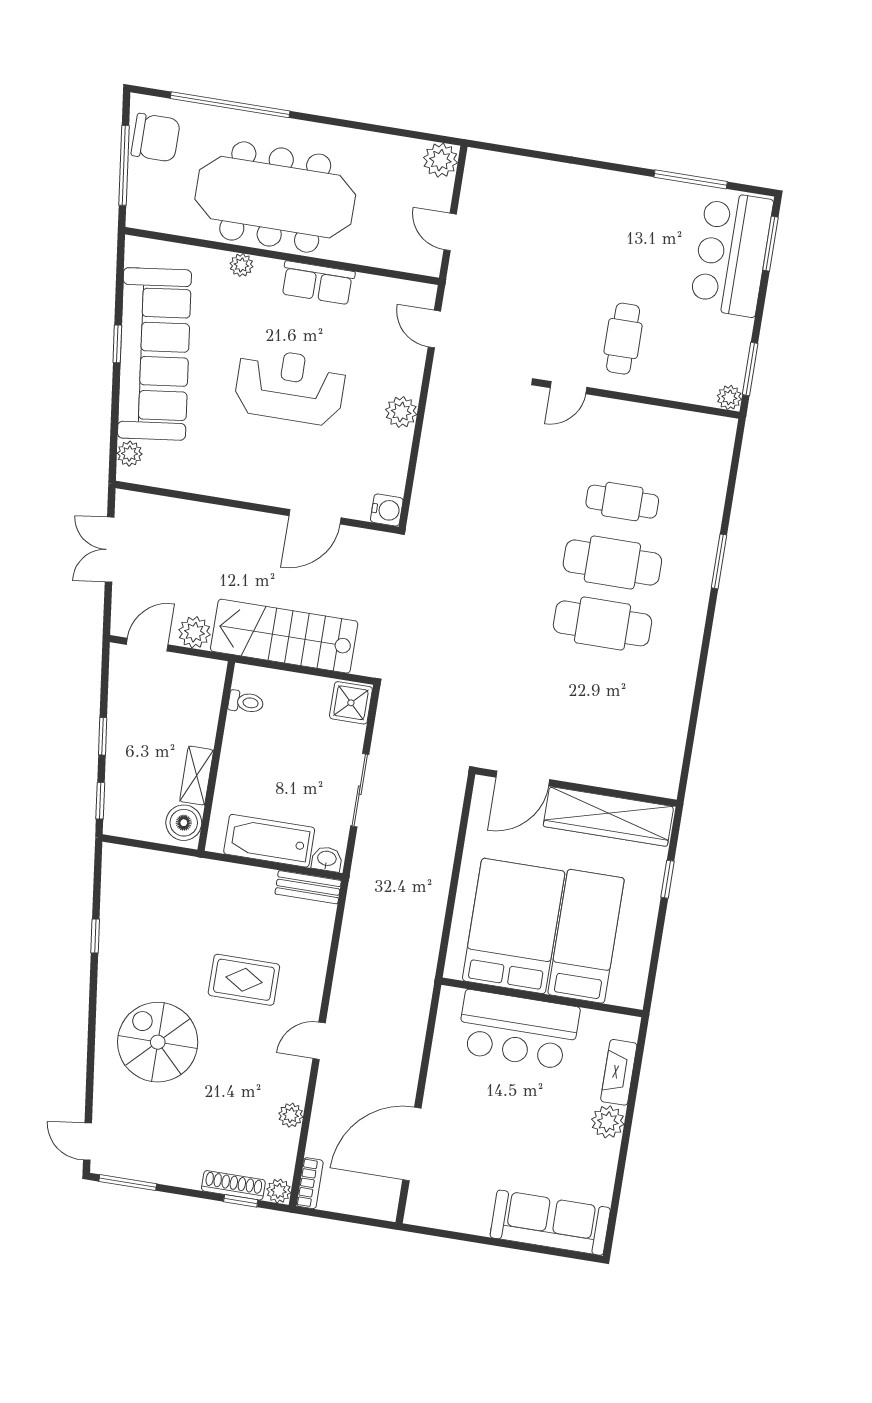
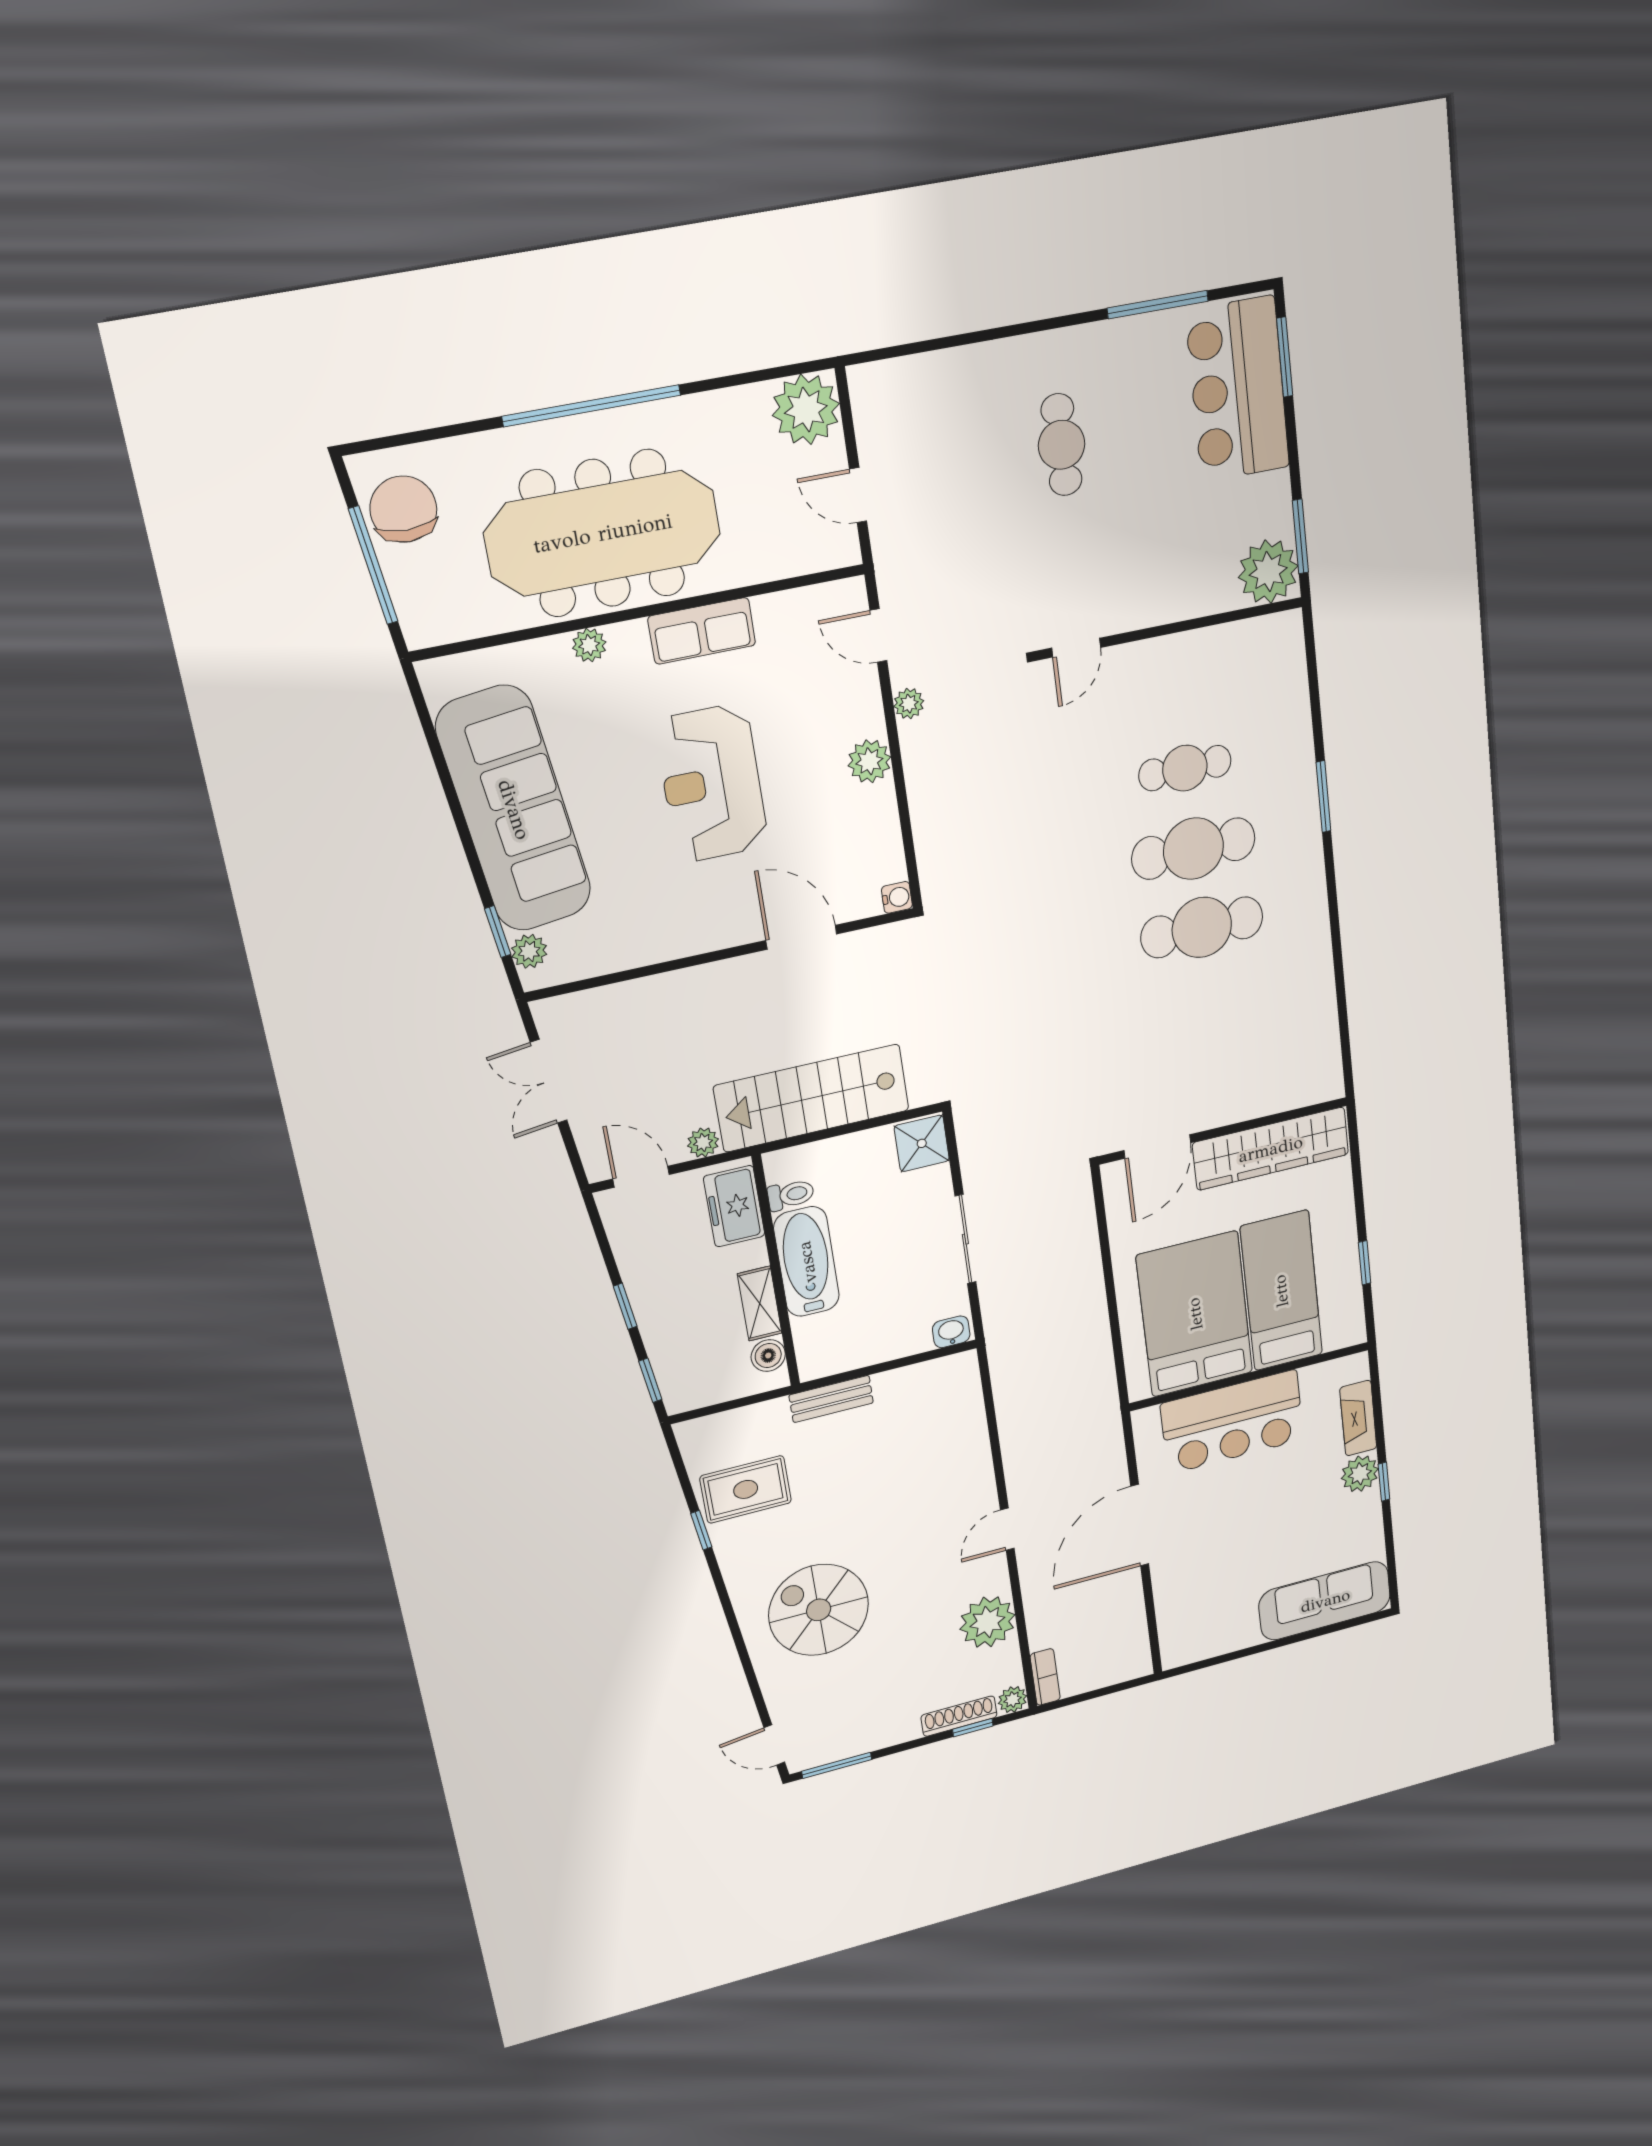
window: (230, 105) -> (592, 406), moved
chair: (156, 138) -> (403, 509), turned -90
plant: (440, 160) -> (806, 410), width x1.36, depth x1.36
cafe table: (623, 339) -> (1062, 445), moved
window: (117, 344) -> (498, 932), moved
plant: (441, 383) -> (909, 704), added
reception desk: (290, 386) -> (712, 783), turned -90
plant: (729, 397) -> (1268, 572), width x1.87, depth x1.87
water cooler: (387, 510) -> (897, 897), width x0.72, depth x0.72
door: (315, 517) -> (801, 937), swing flipped
plant: (194, 632) -> (703, 1143), width x0.73, depth x0.73
door: (147, 645) -> (641, 1177), hinge flipped
freezer: (204, 694) -> (734, 1206), added
boiler: (184, 823) -> (768, 1355), width x0.73, depth x0.73
bathtub: (269, 841) -> (807, 1262), moved, turned 90
window: (668, 879) -> (1365, 1263), moved
bench: (308, 887) -> (831, 1399), moved
rug: (244, 980) -> (746, 1489), moved
plant: (291, 1115) -> (987, 1622), width x1.88, depth x1.88
window: (626, 1138) -> (1384, 1482), added
door: (412, 1144) -> (1140, 1525), moved

